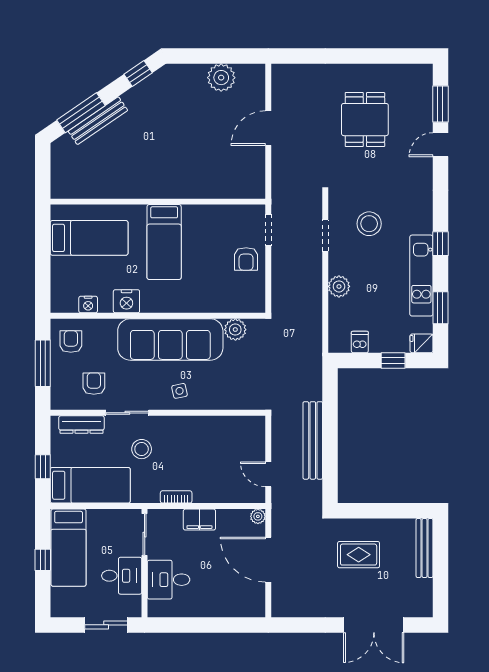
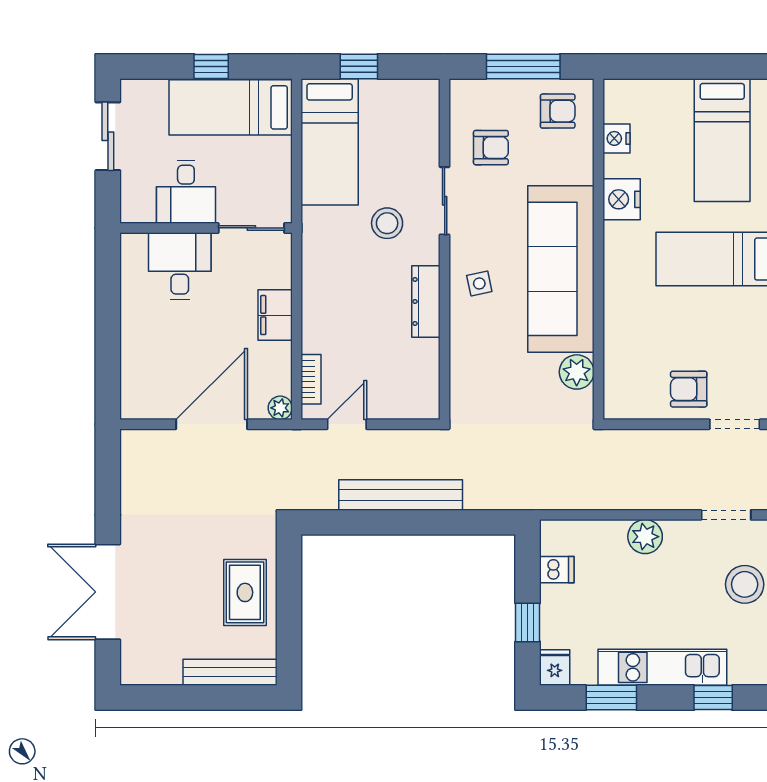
dresser: (81, 425) -> (426, 301), moved
bookcase: (176, 497) -> (311, 379), moved
rug: (359, 555) -> (245, 592), moved
sliding door: (106, 625) -> (108, 136), moved

